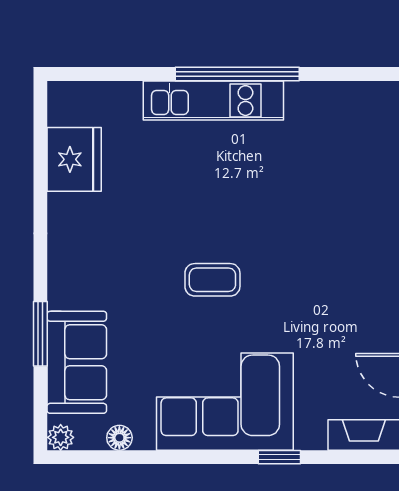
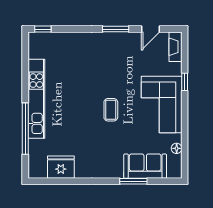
window: (237, 74) -> (25, 129), moved
kitchen unit: (213, 101) -> (36, 99), width x1.36
plant: (61, 437) -> (176, 173), removed

